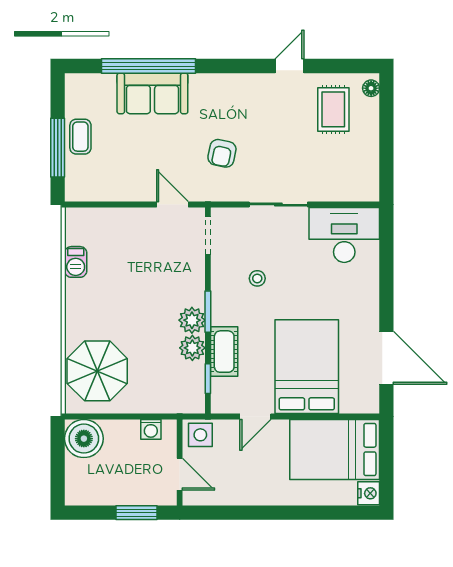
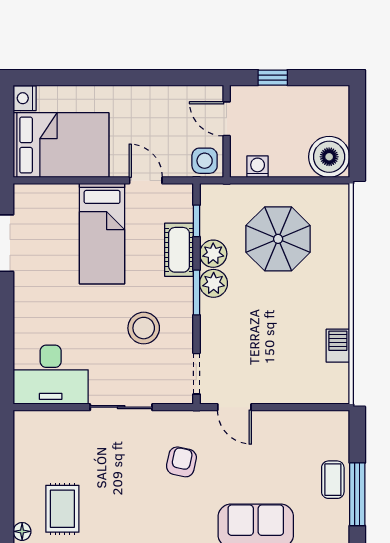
window: (58, 148) -> (357, 494), moved
stool: (257, 278) -> (144, 328), width x1.89, depth x1.89
bed: (307, 367) -> (102, 234), width x0.67
parasol: (97, 371) -> (278, 239), moved
door: (255, 416) -> (146, 180), hinge flipped
window: (137, 513) -> (273, 78), width x0.67

